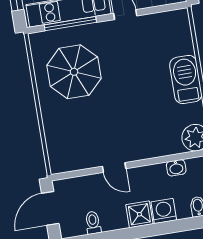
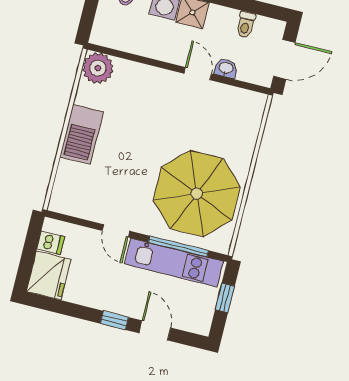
parasol: (74, 72) -> (197, 194), width x1.36, depth x1.36
washbasin: (176, 168) -> (226, 68), moved

